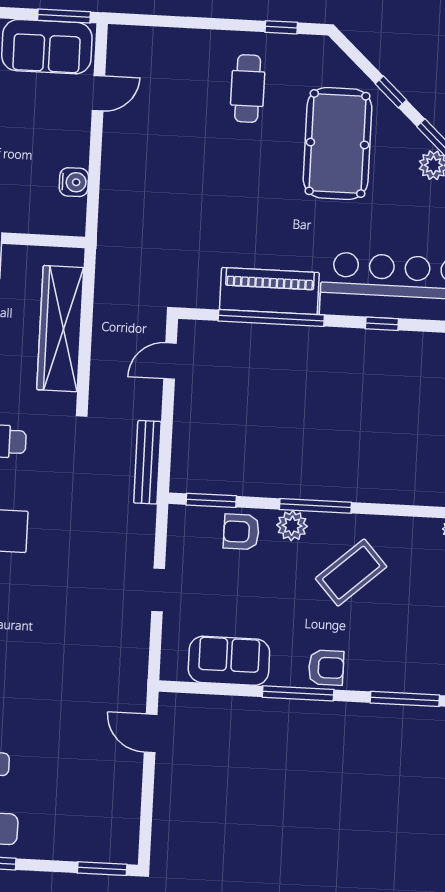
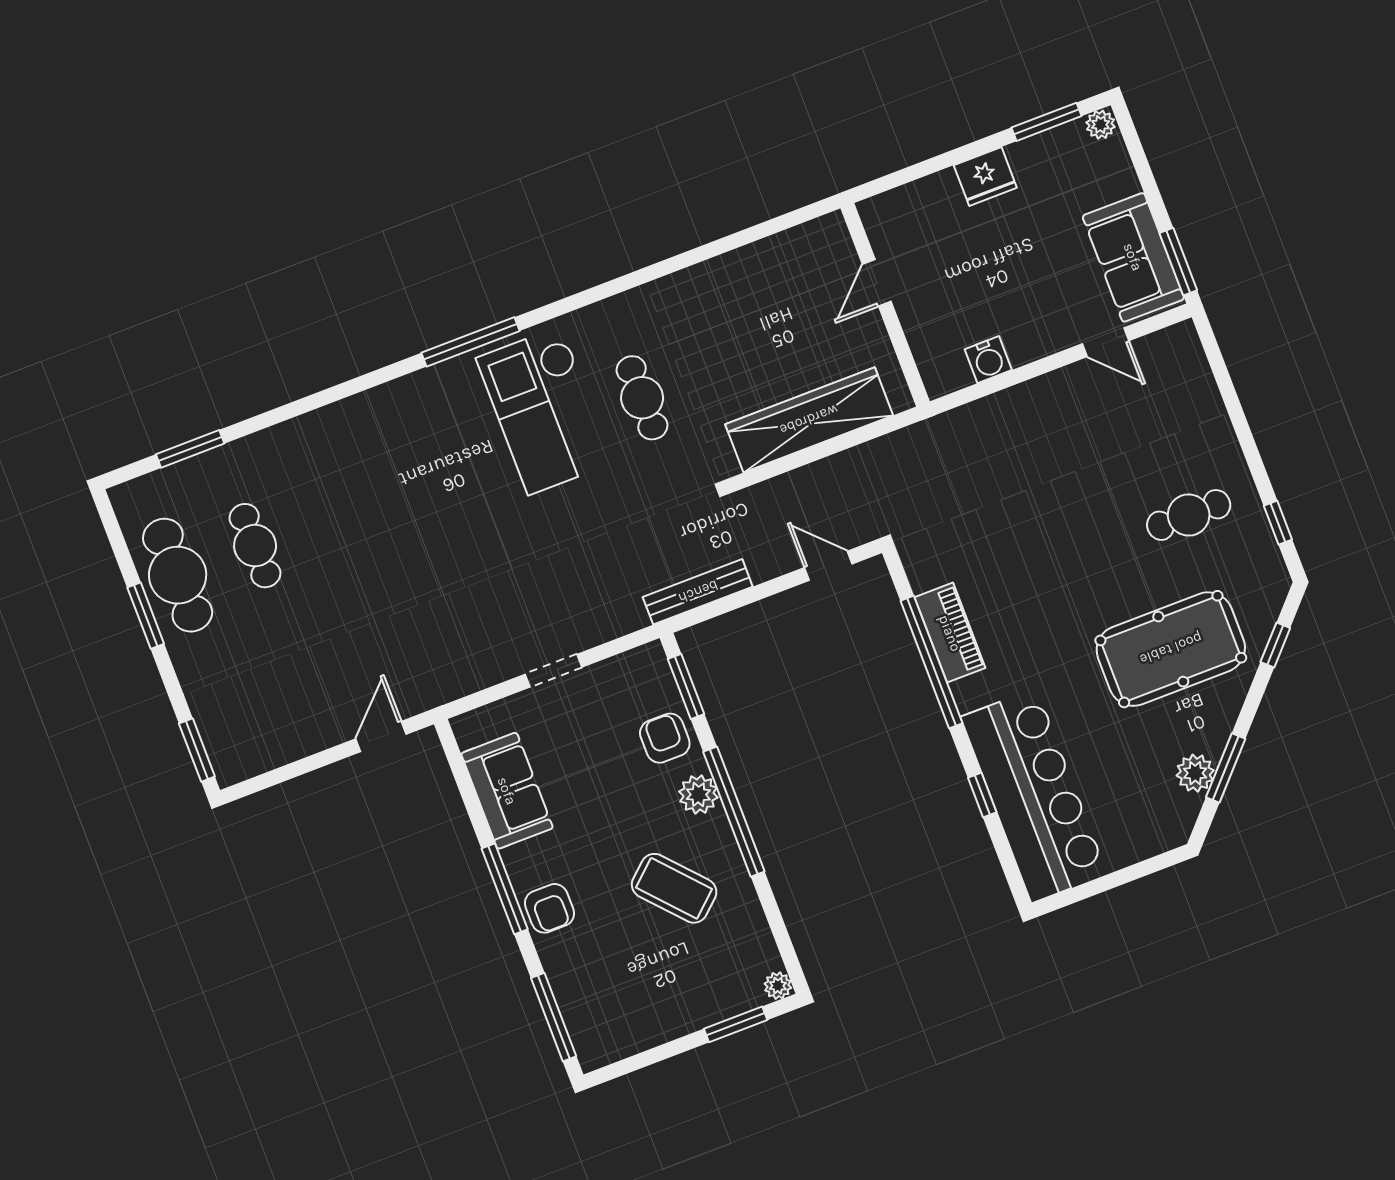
window: (391, 92) -> (1275, 645), moved
piano: (269, 291) -> (950, 633), width x0.73, depth x0.75
window: (315, 506) -> (734, 812), width x1.46

